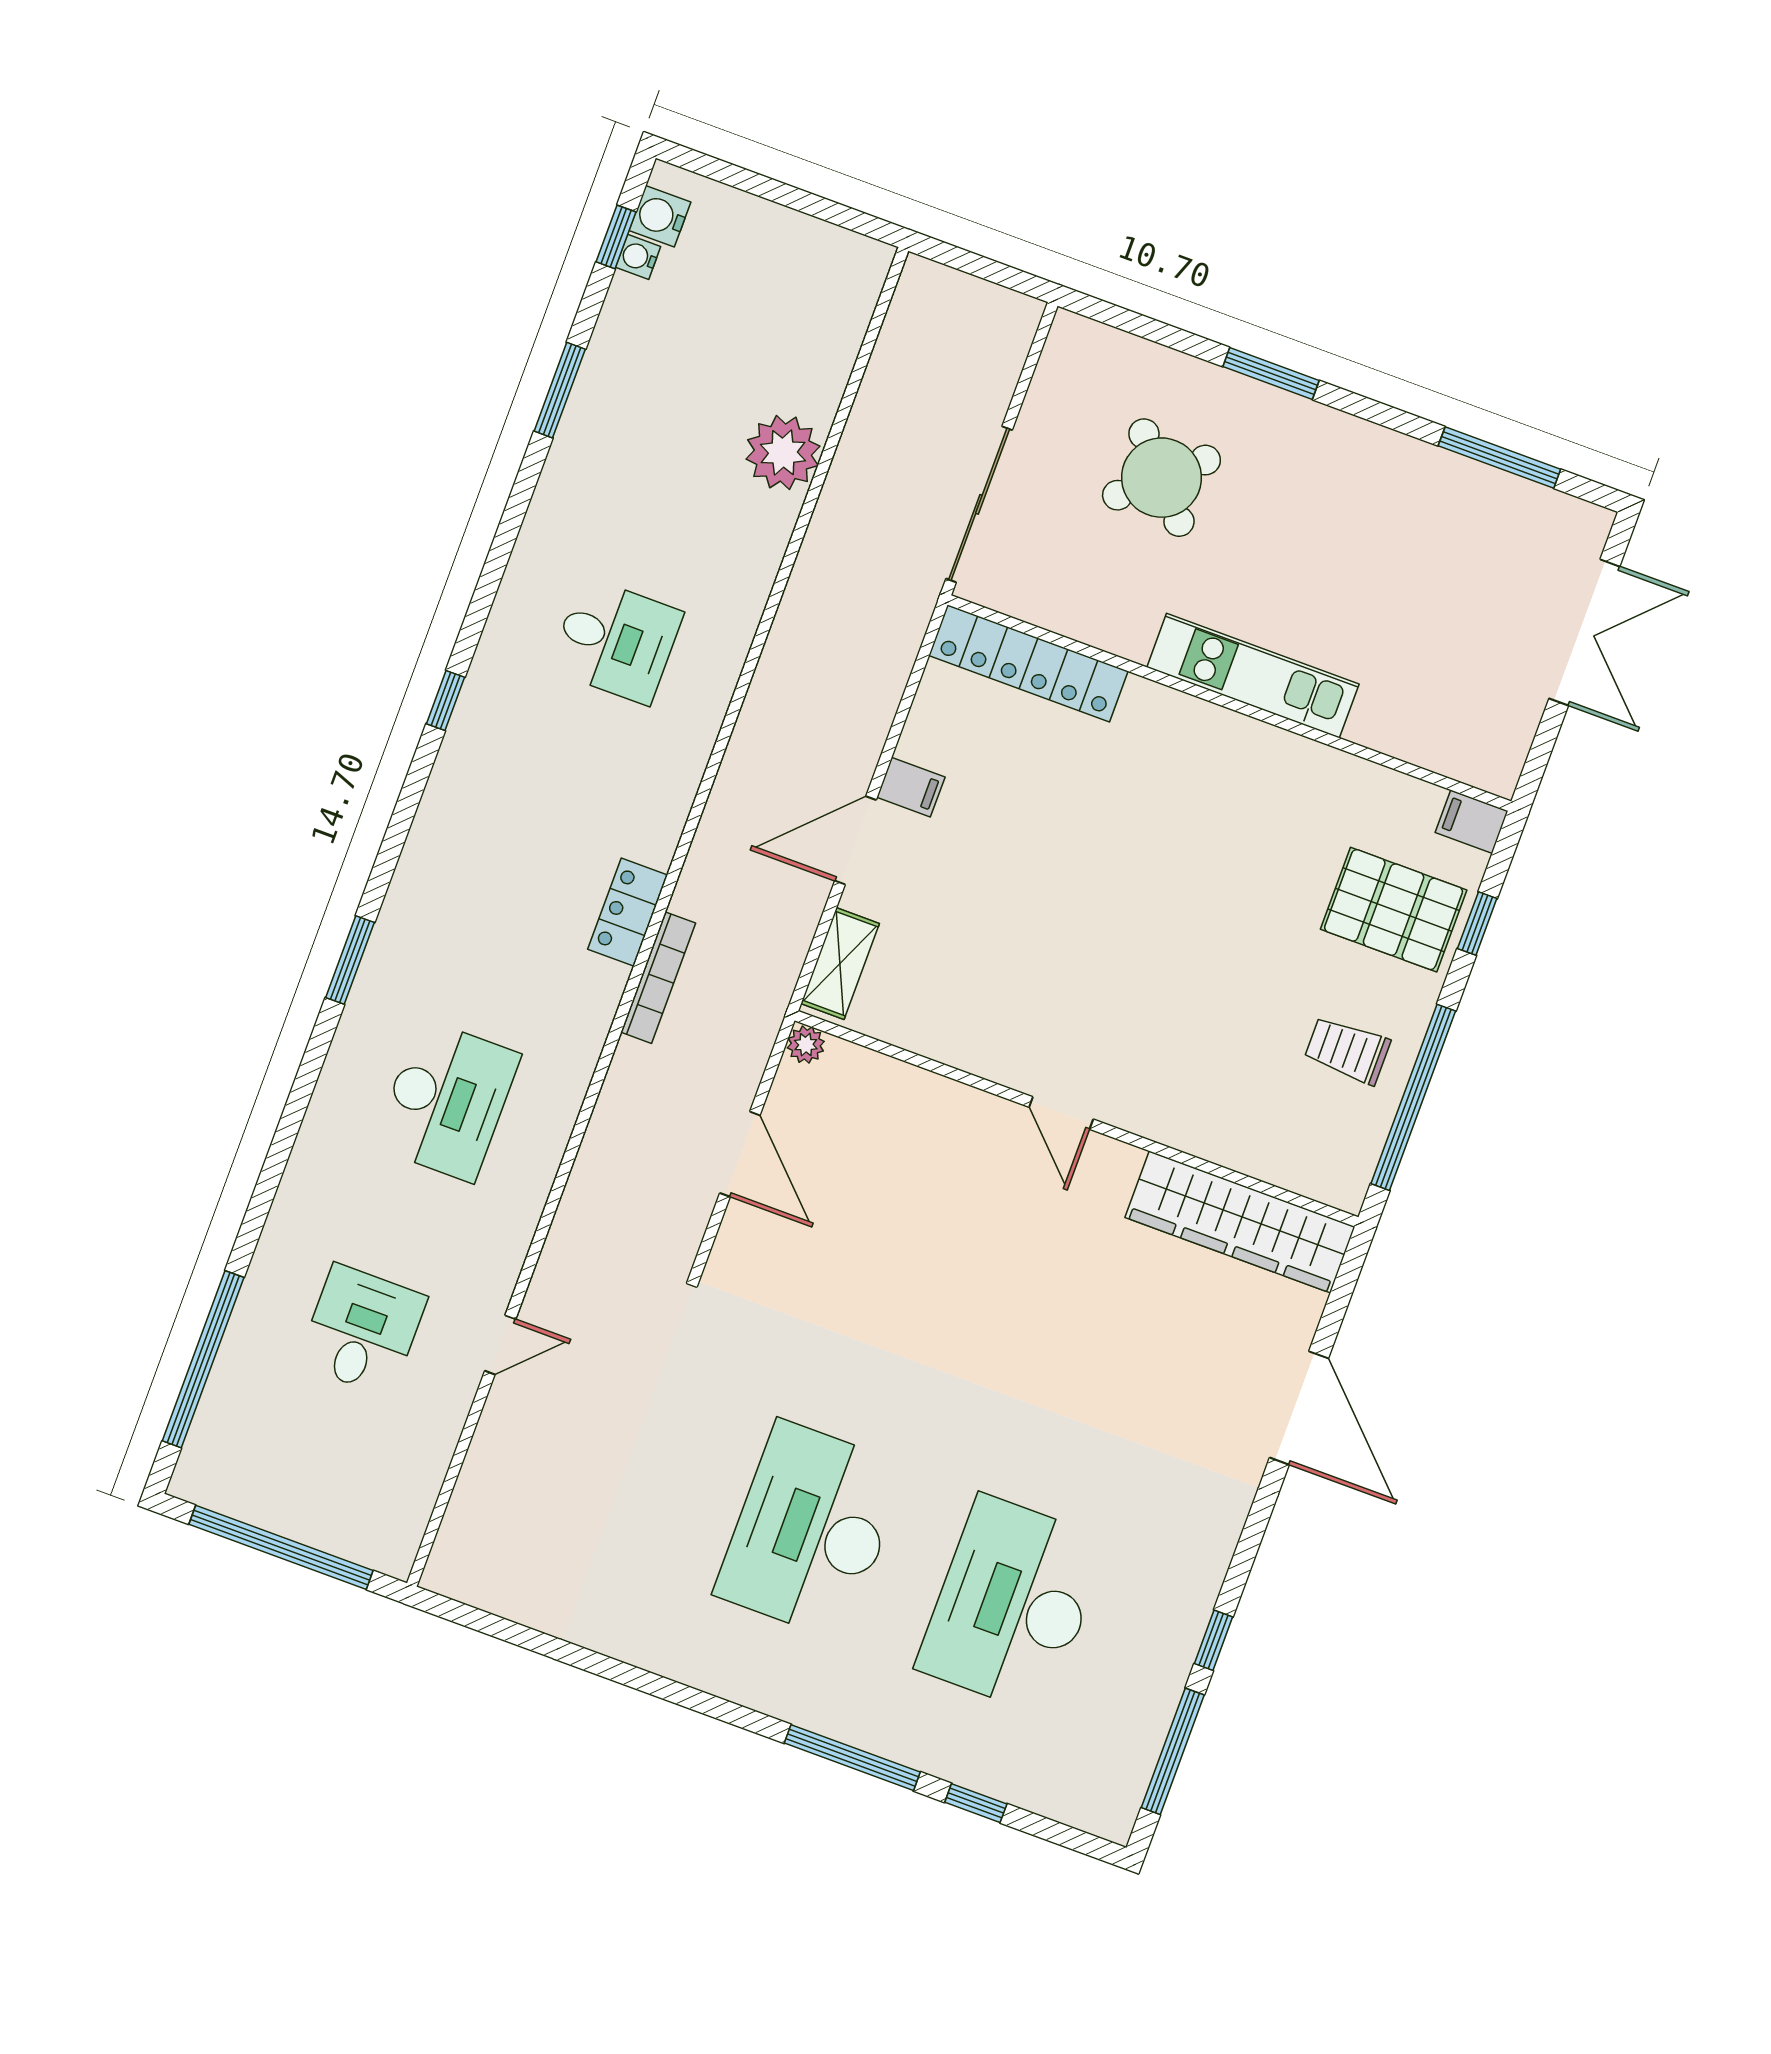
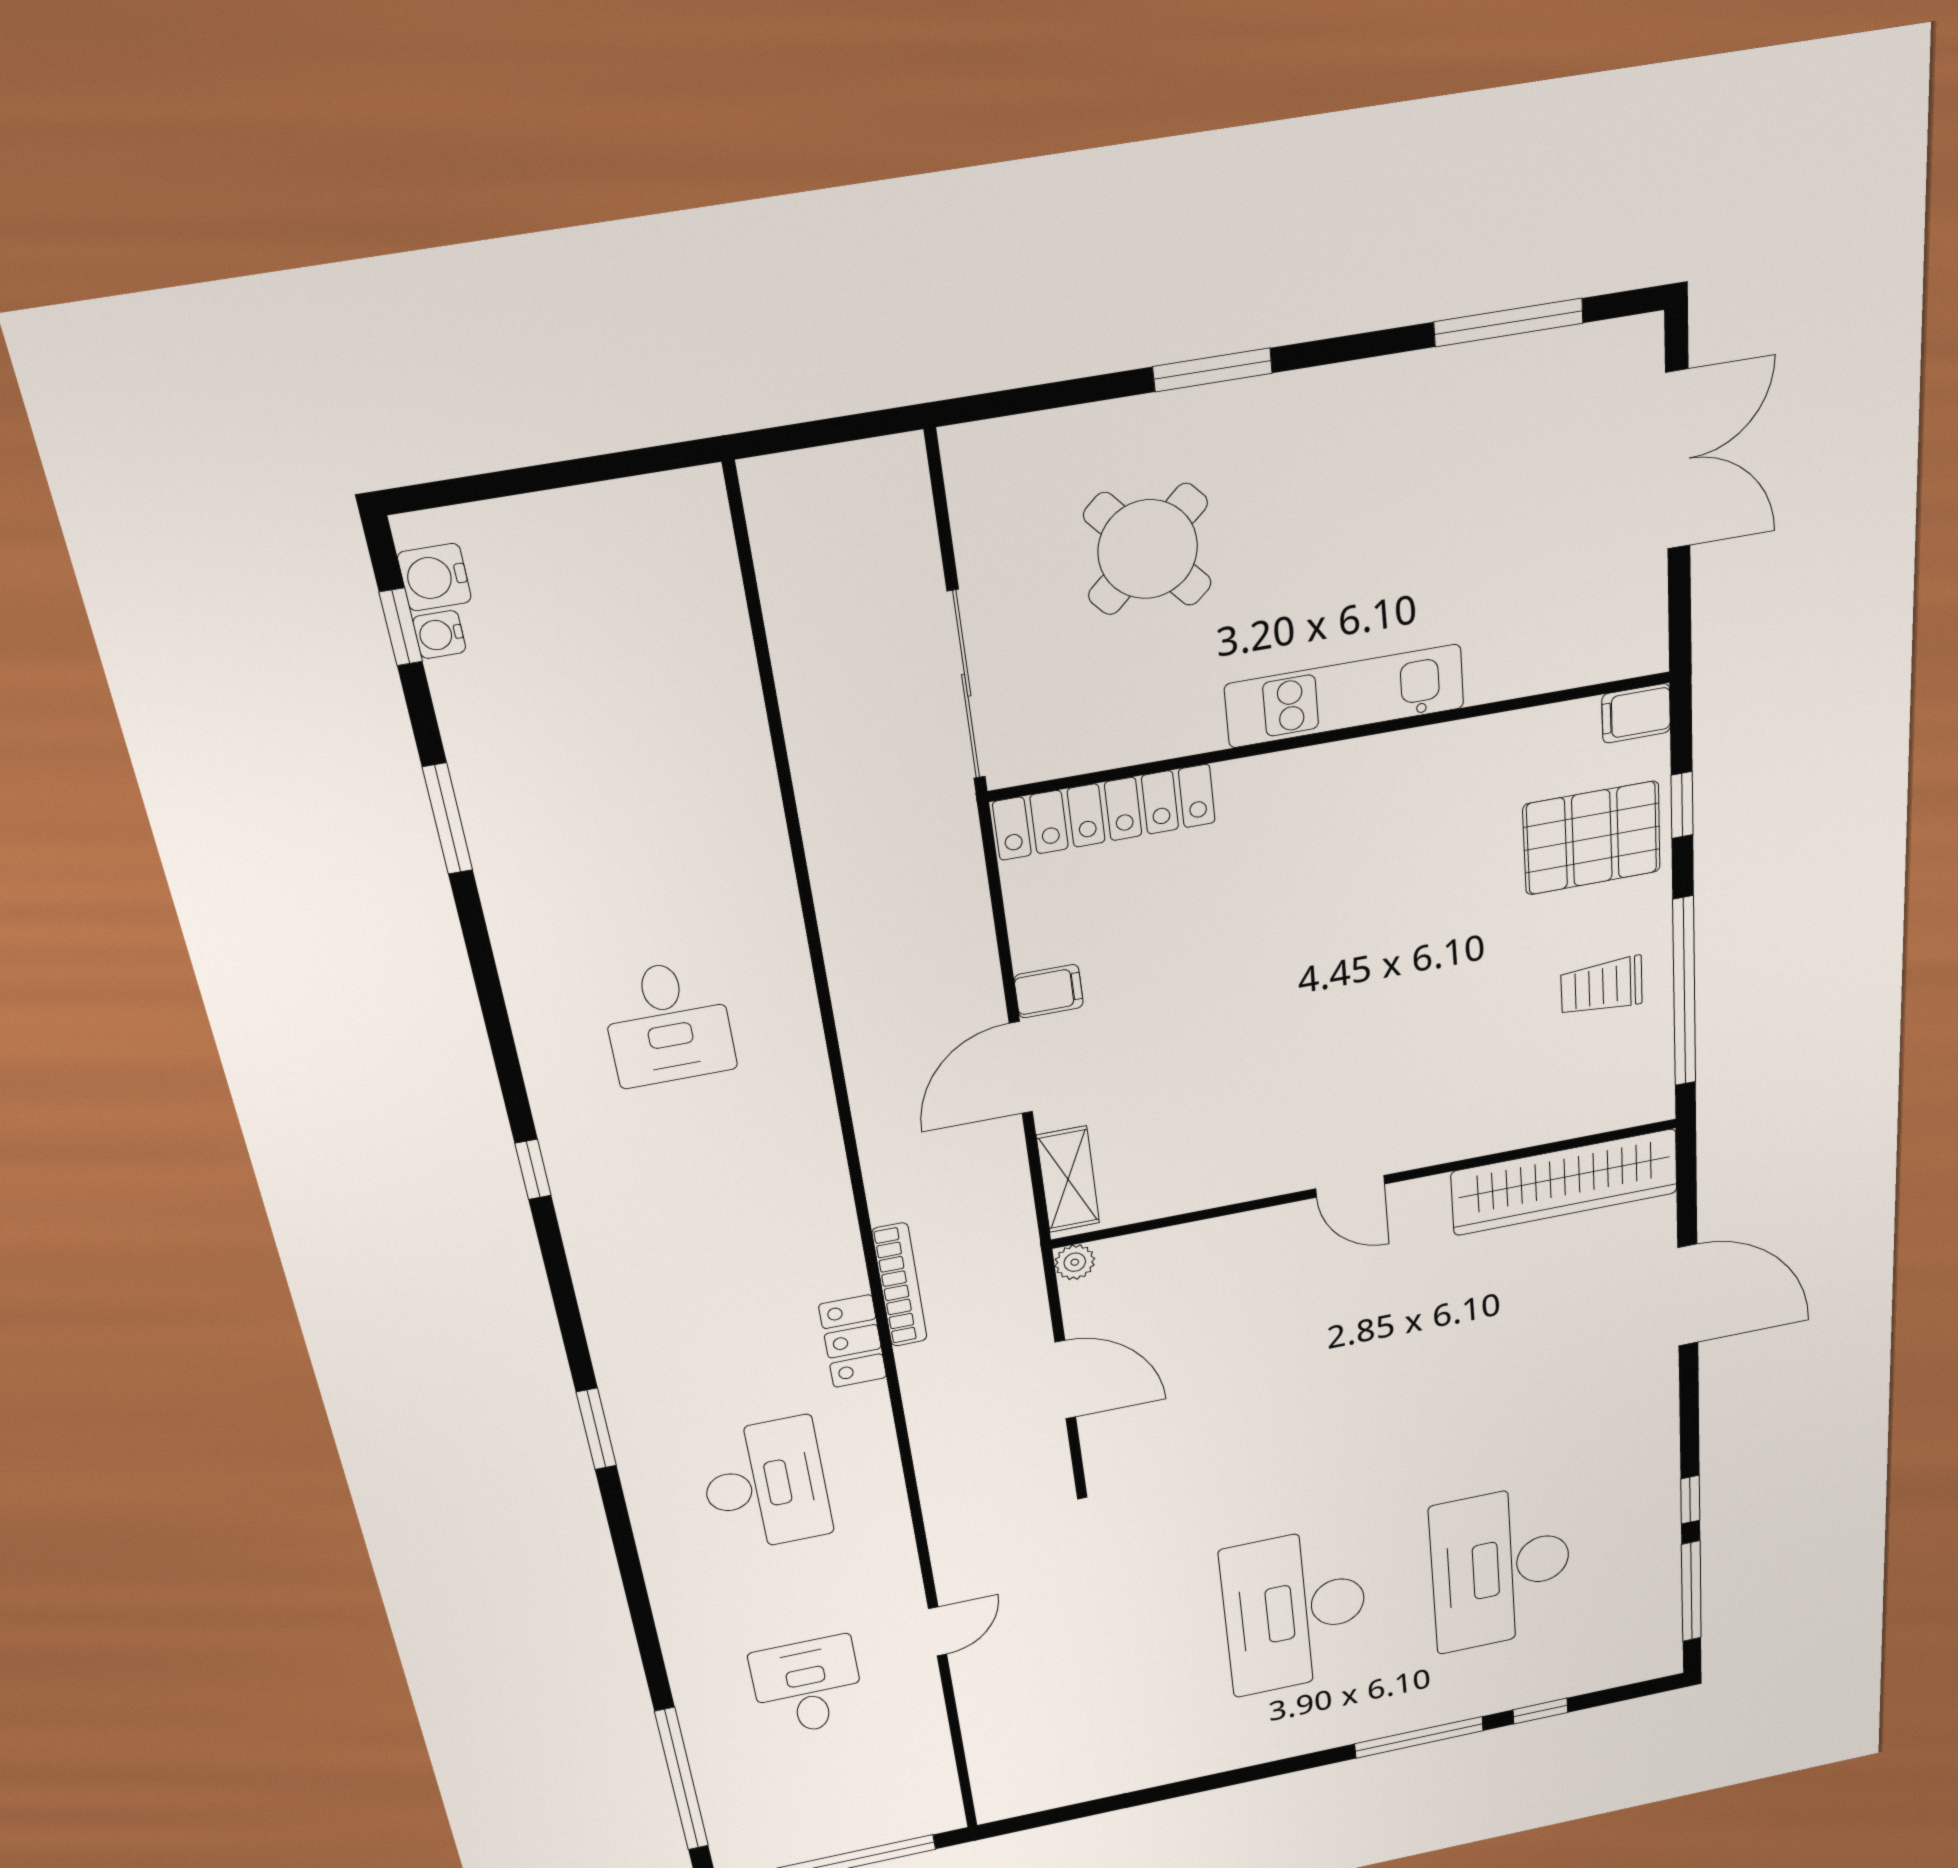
plant: (783, 453) -> (726, 749), removed
desk: (616, 641) -> (668, 1023), turned 90
locker: (628, 912) -> (853, 1341), moved

